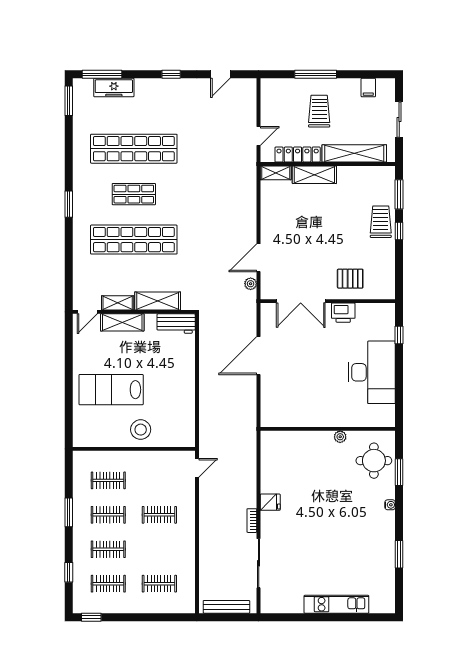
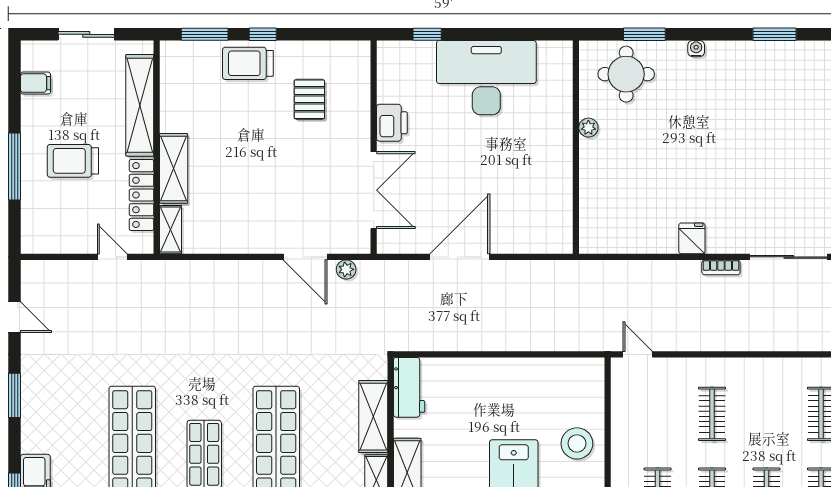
window: (171, 74) -> (15, 395), width x1.50
pallet: (350, 279) -> (309, 99), moved
door: (259, 356) -> (460, 257), swing flipped

